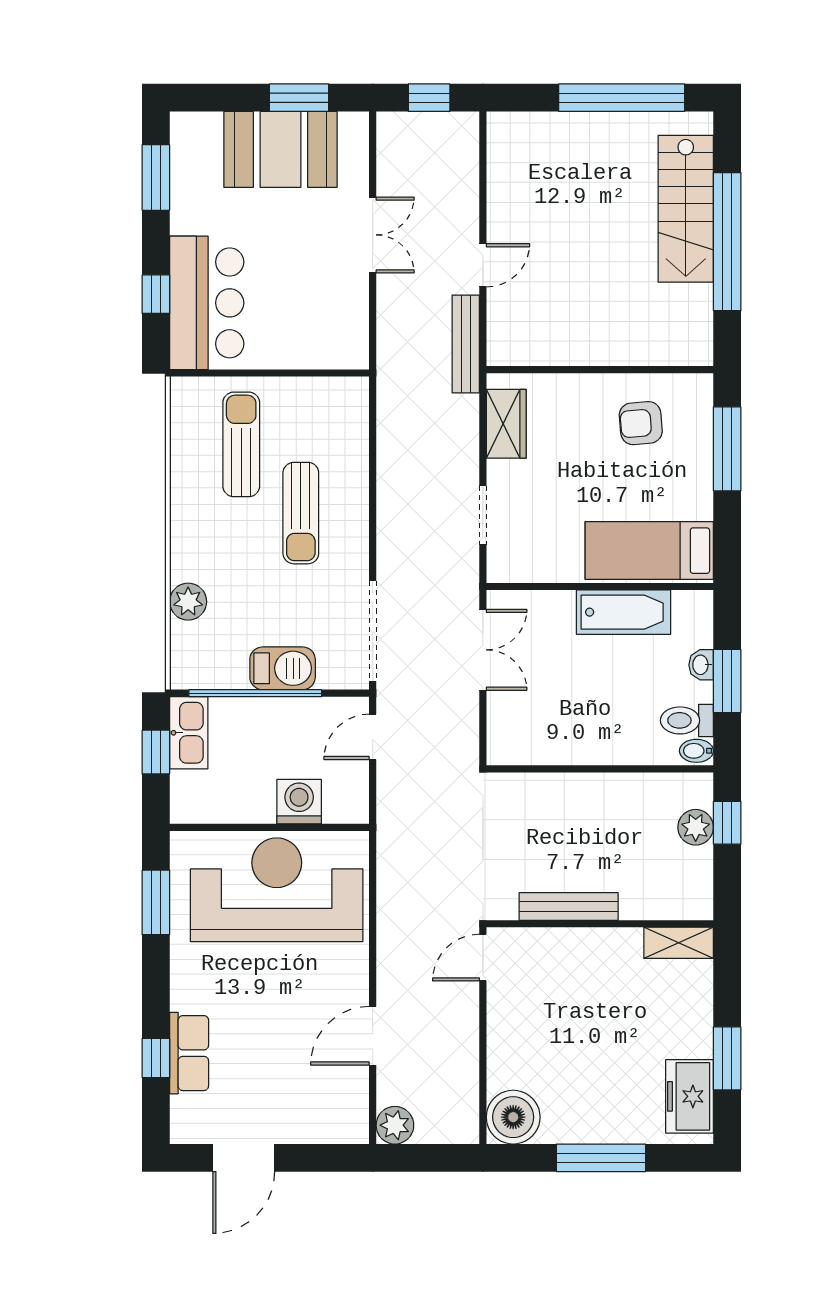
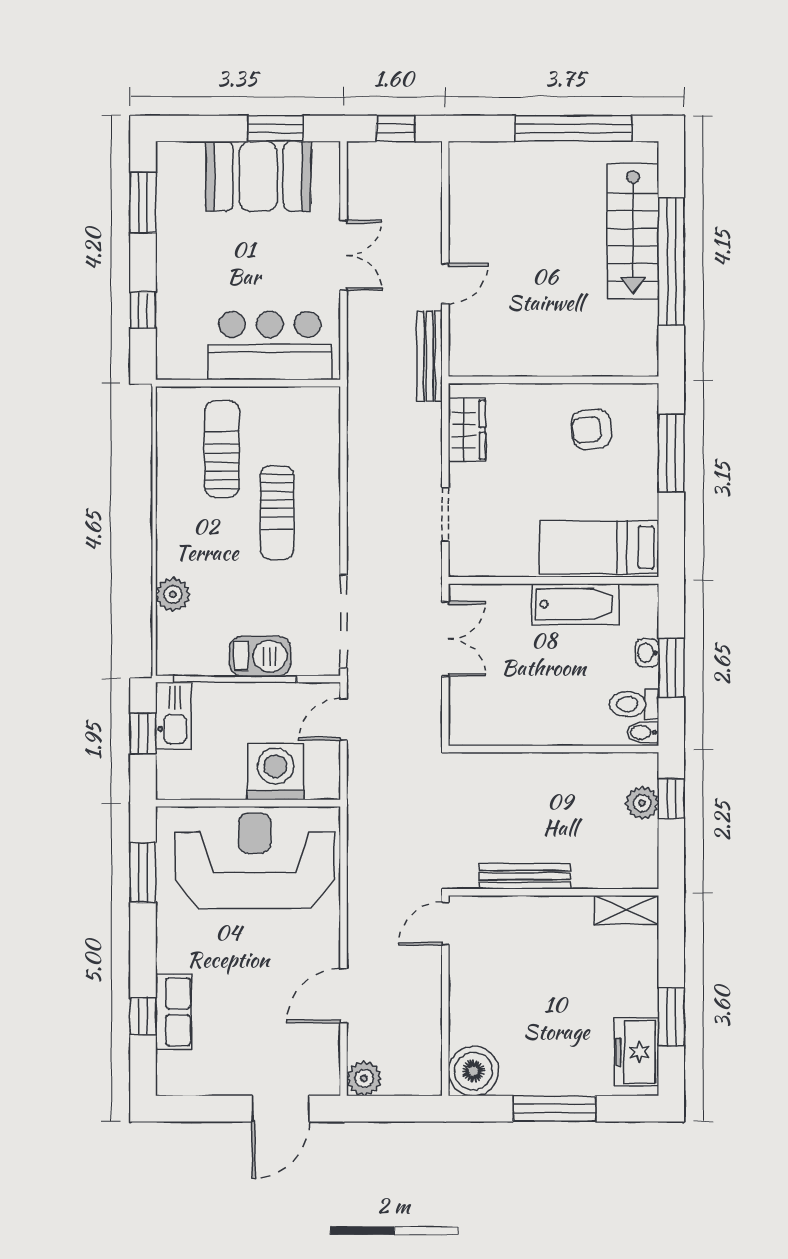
bar counter: (207, 303) -> (270, 346), moved, turned -90
washing machine: (299, 802) -> (275, 772), width x1.37, depth x1.37
door: (244, 1158) -> (281, 1109), moved

